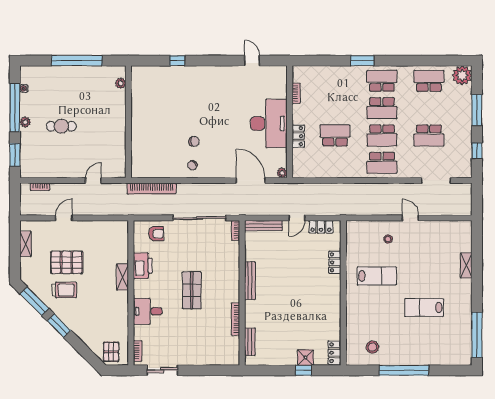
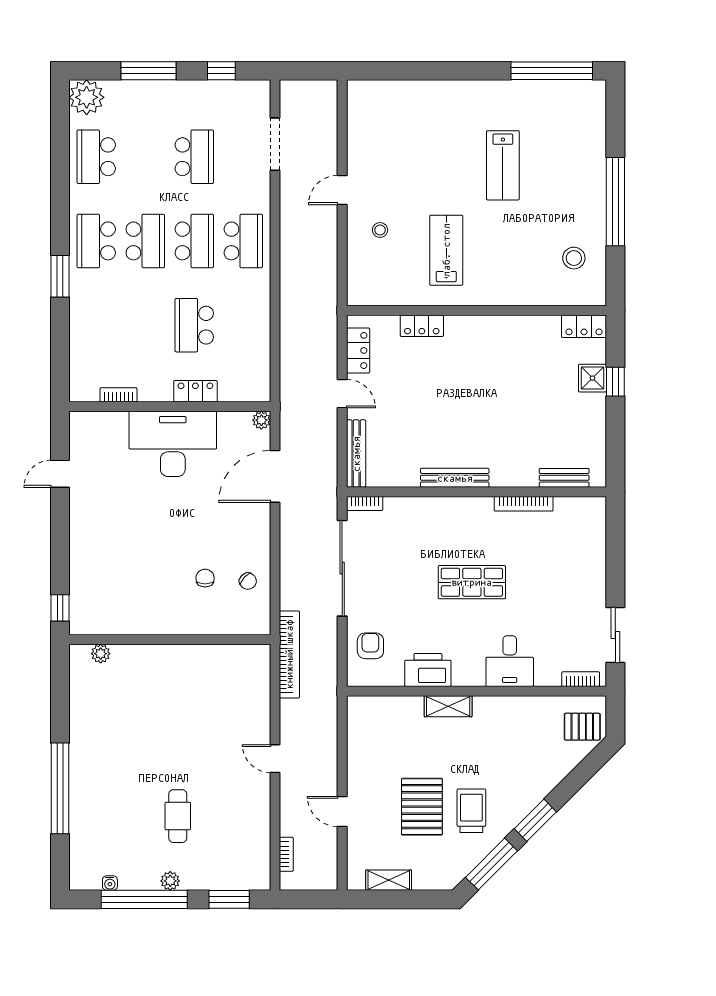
plant: (121, 83) -> (101, 654), moved
wall: (128, 122) -> (170, 640), moved
shelving: (466, 265) -> (427, 90), removed

